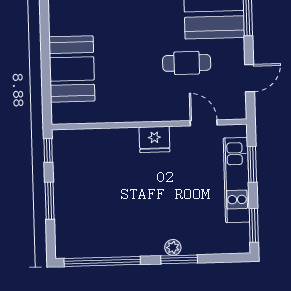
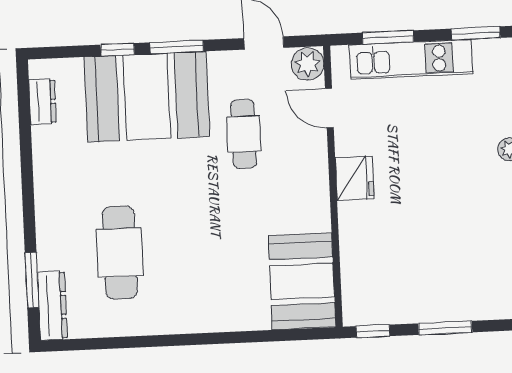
booth: (72, 69) -> (302, 281), moved, turned 90
plant: (234, 108) -> (308, 64), added
door: (204, 123) -> (329, 108), hinge flipped

